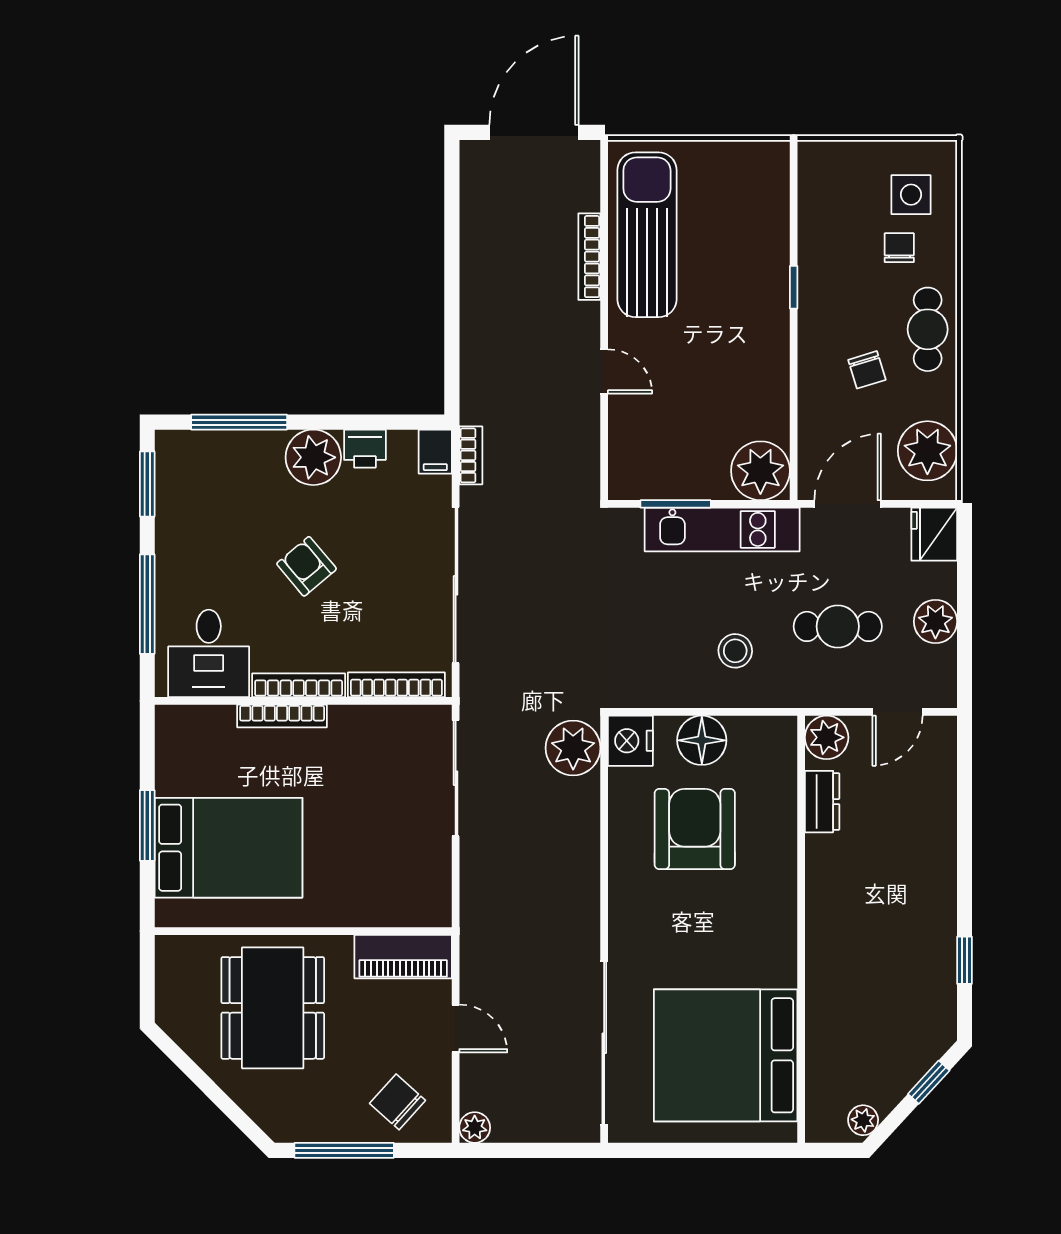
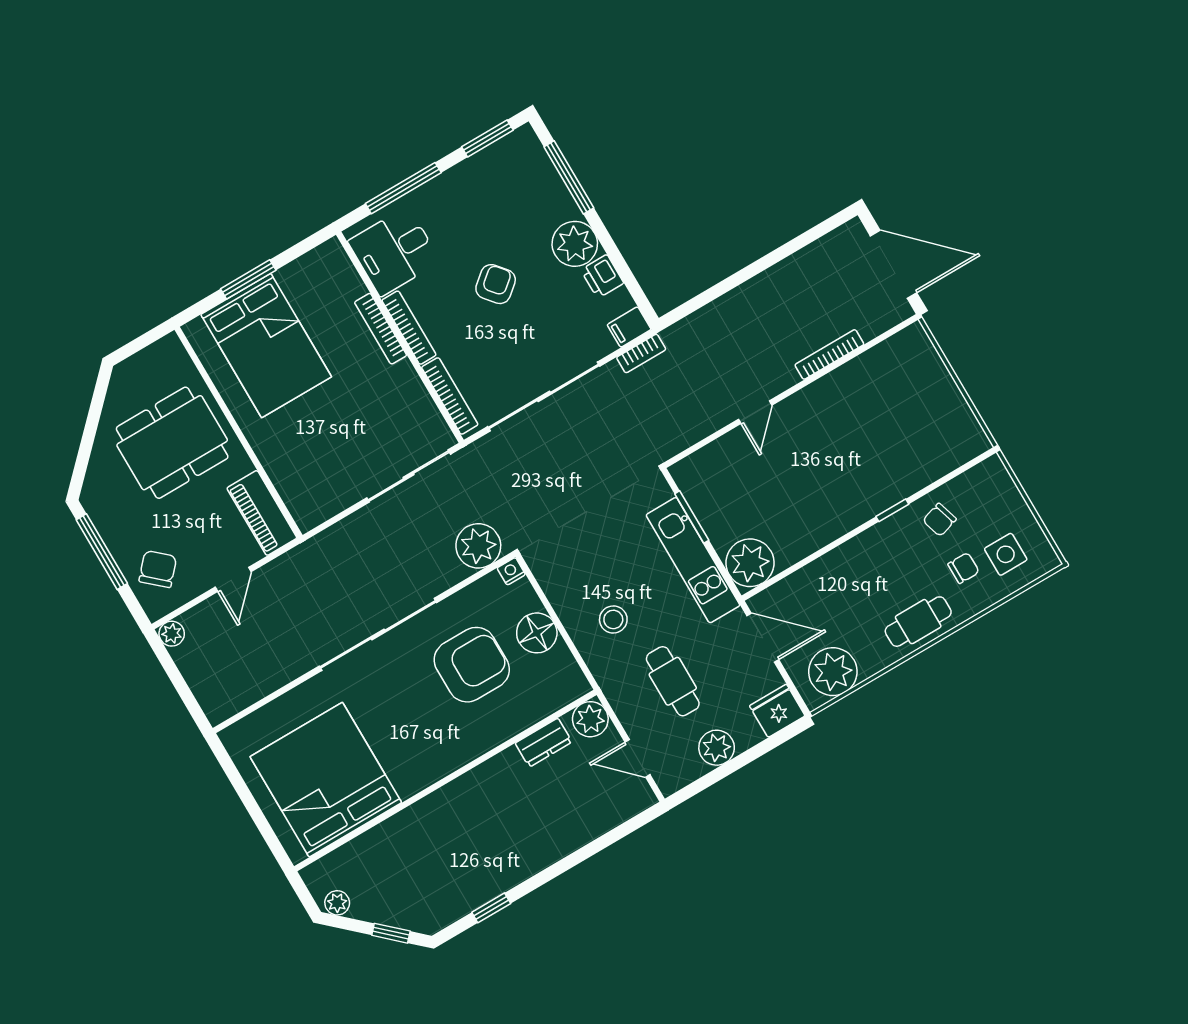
sun lounger: (647, 235) -> (869, 386), removed
chair: (867, 370) -> (939, 520), moved
nightstand: (630, 741) -> (511, 571), width x0.53, depth x0.56
sliding door: (604, 1043) -> (378, 634), moved

